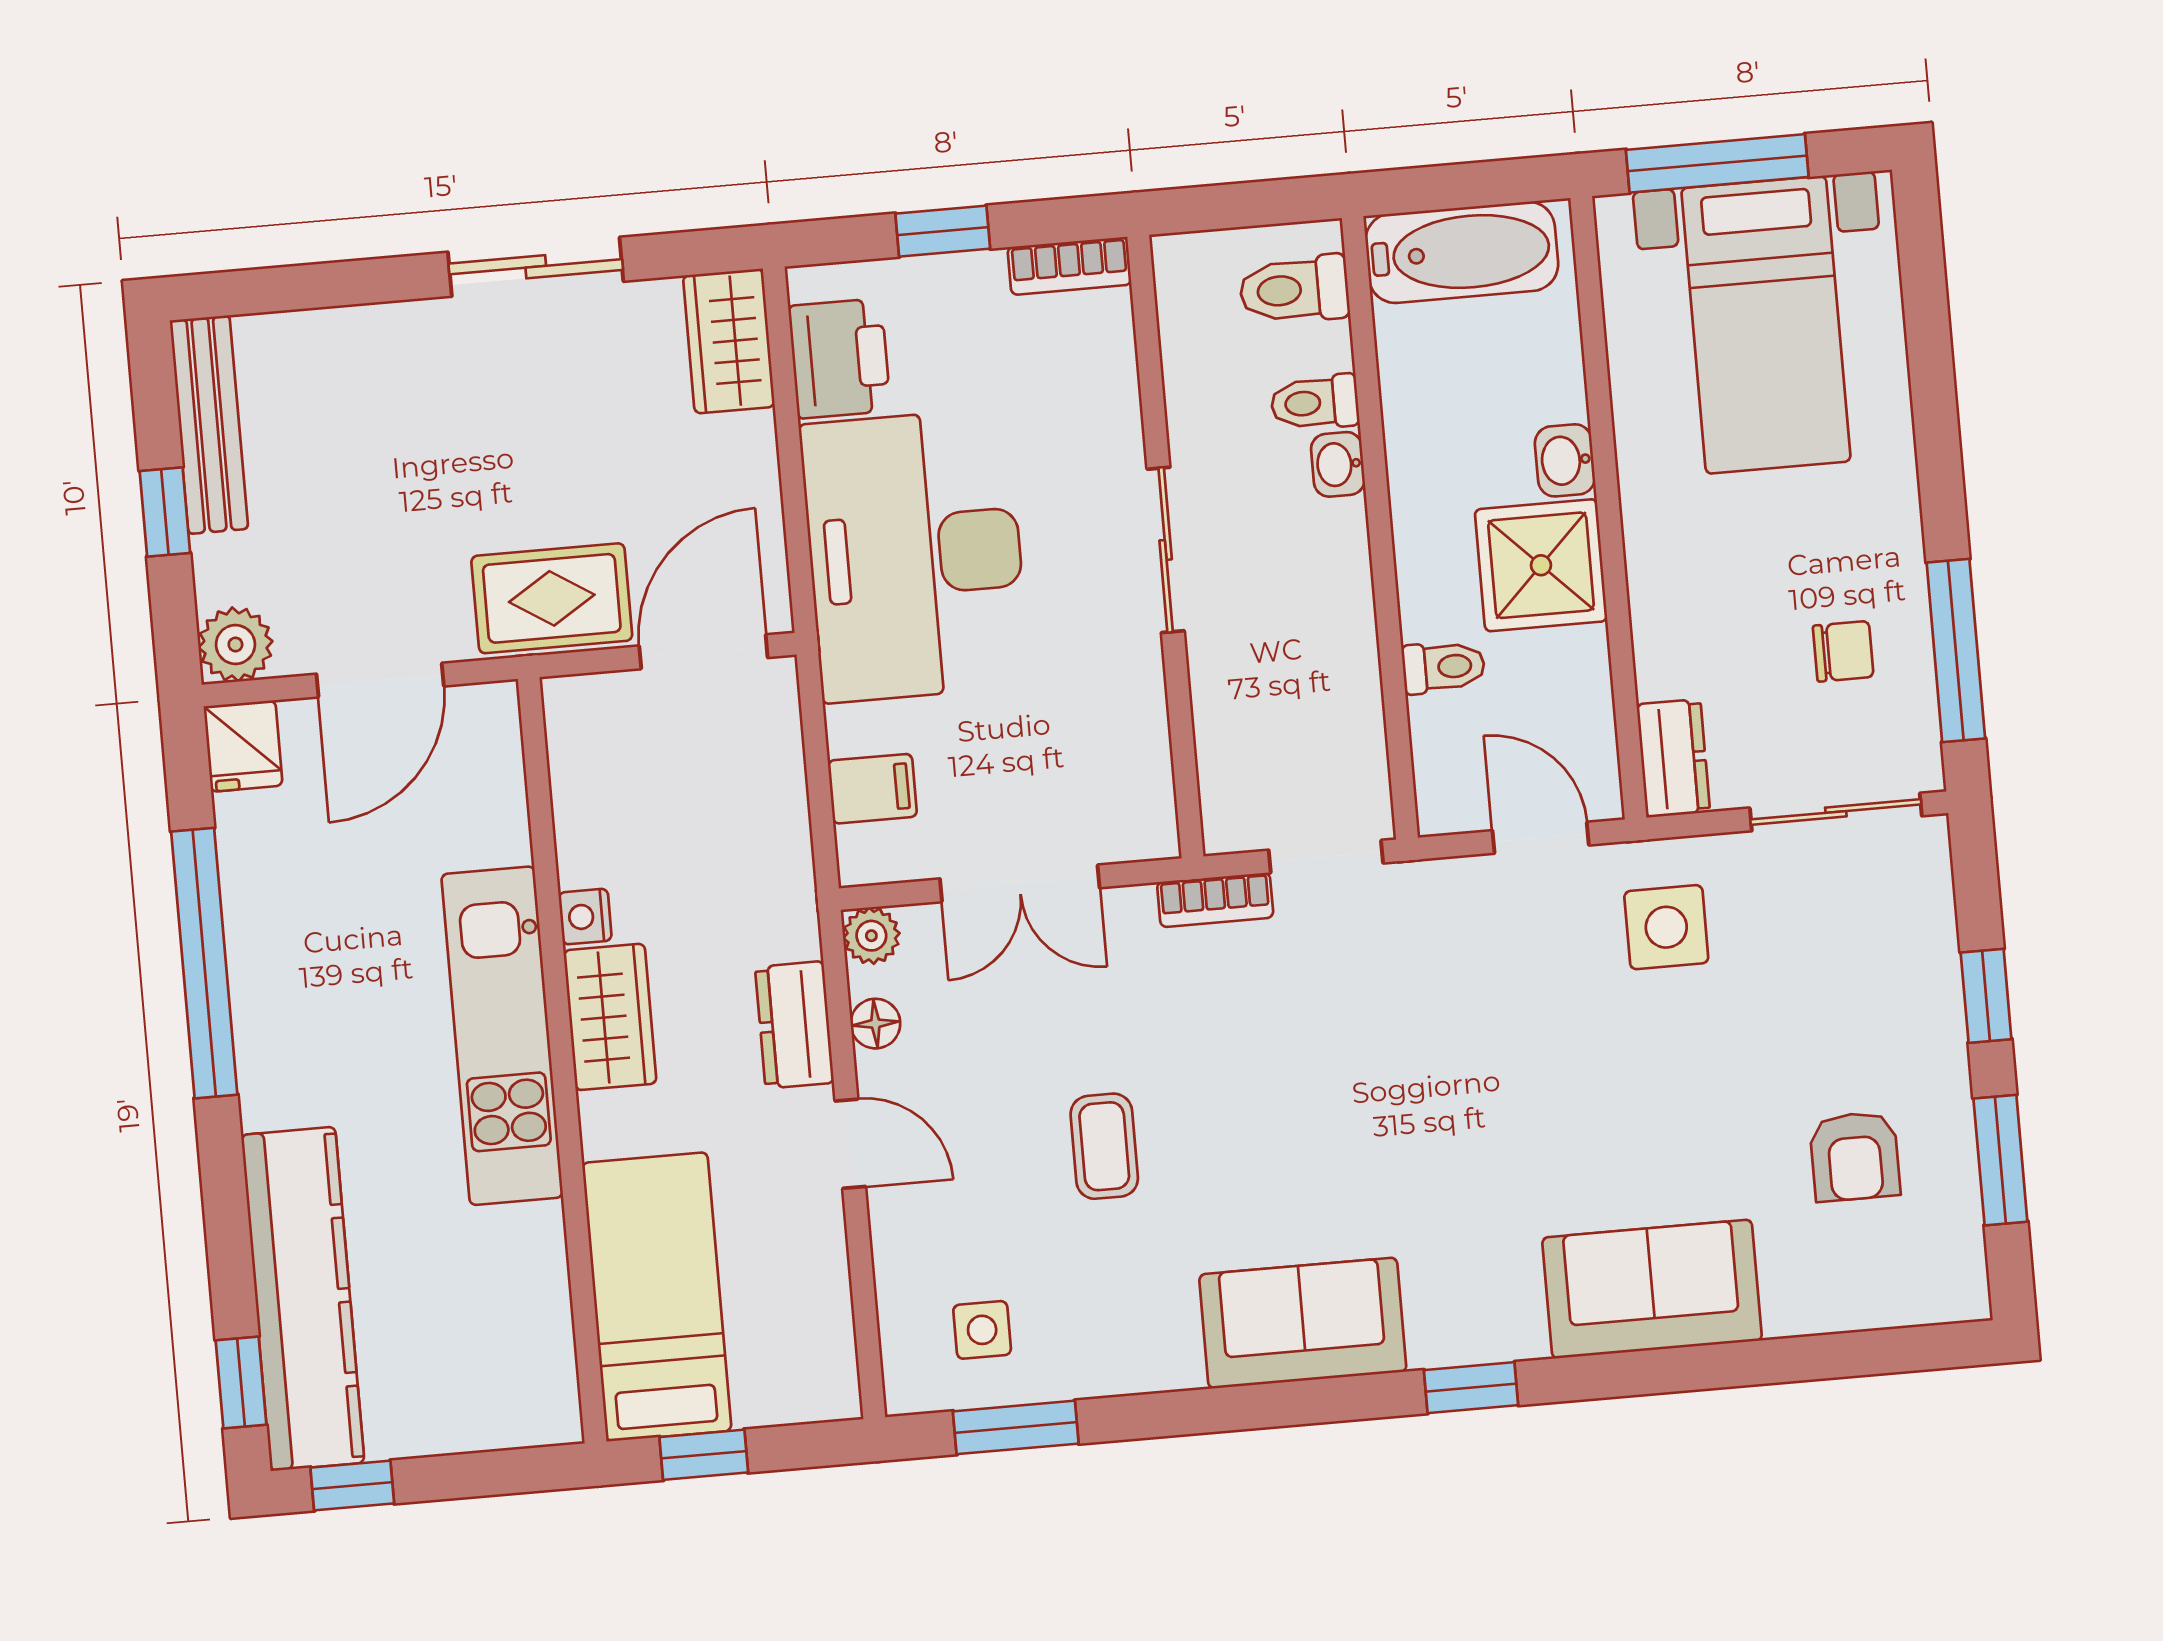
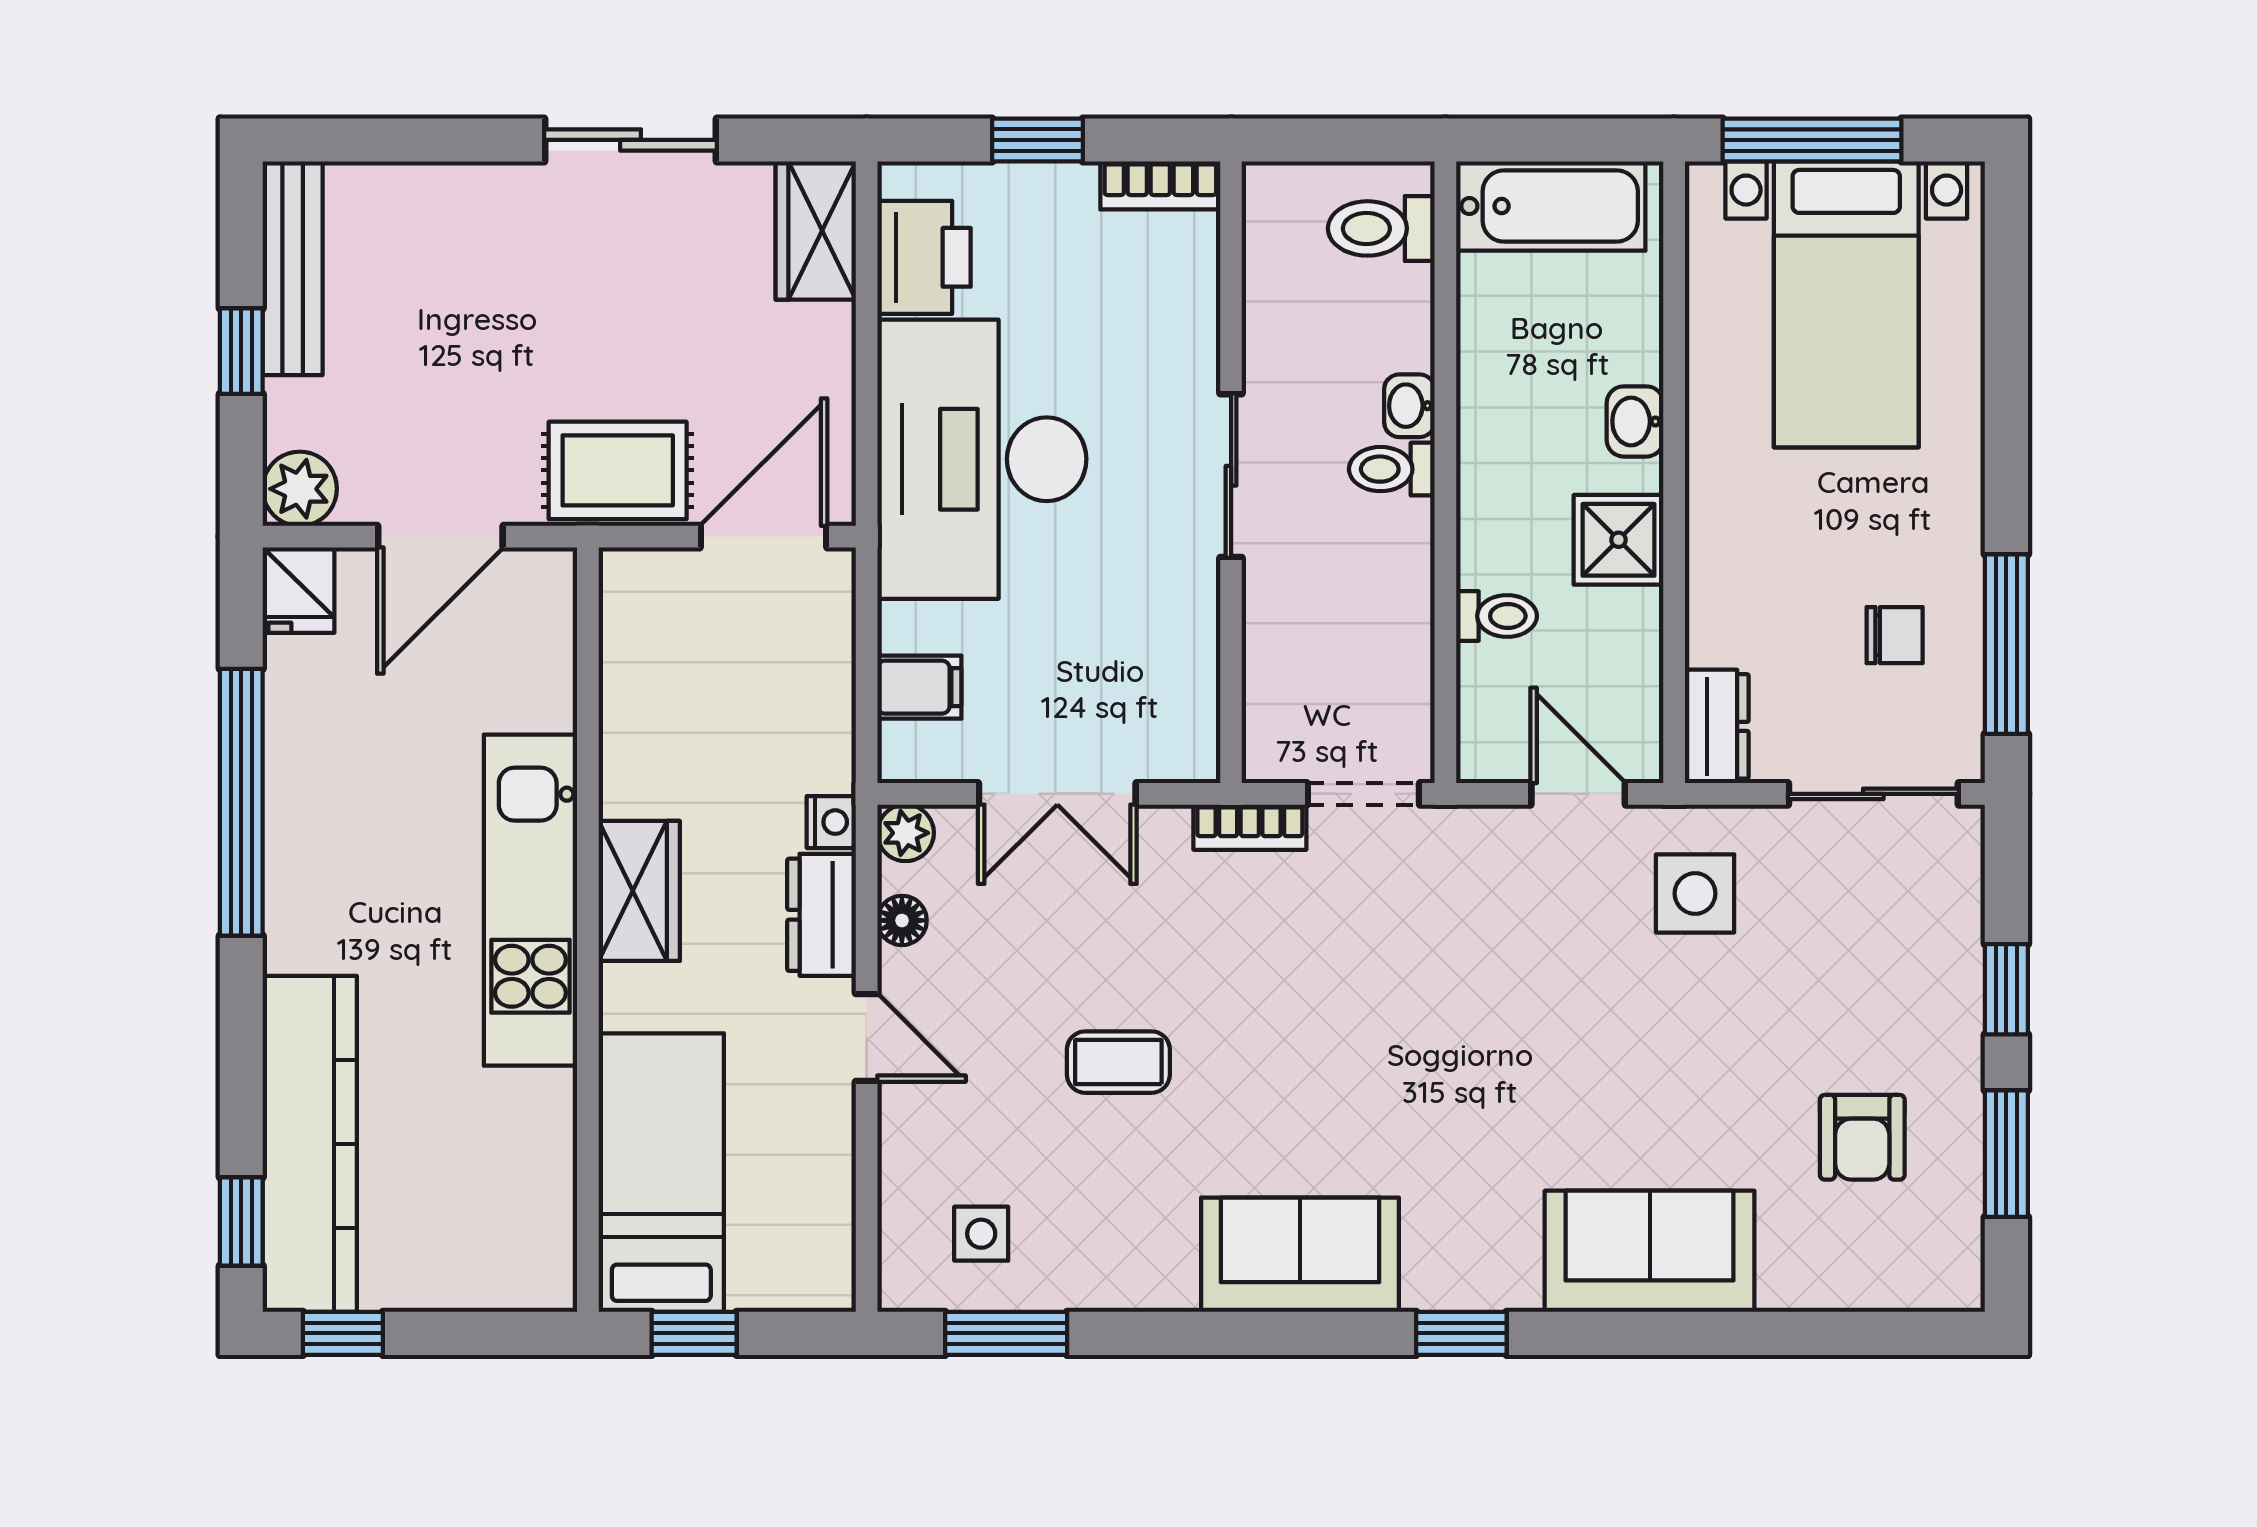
toilet: (1315, 403) -> (1392, 469), moved
shower: (1541, 565) -> (1619, 540), width x0.73, depth x0.73
nightstand: (585, 917) -> (831, 822), moved, turned 180
coffee table: (1104, 1146) -> (1118, 1062), turned 90

